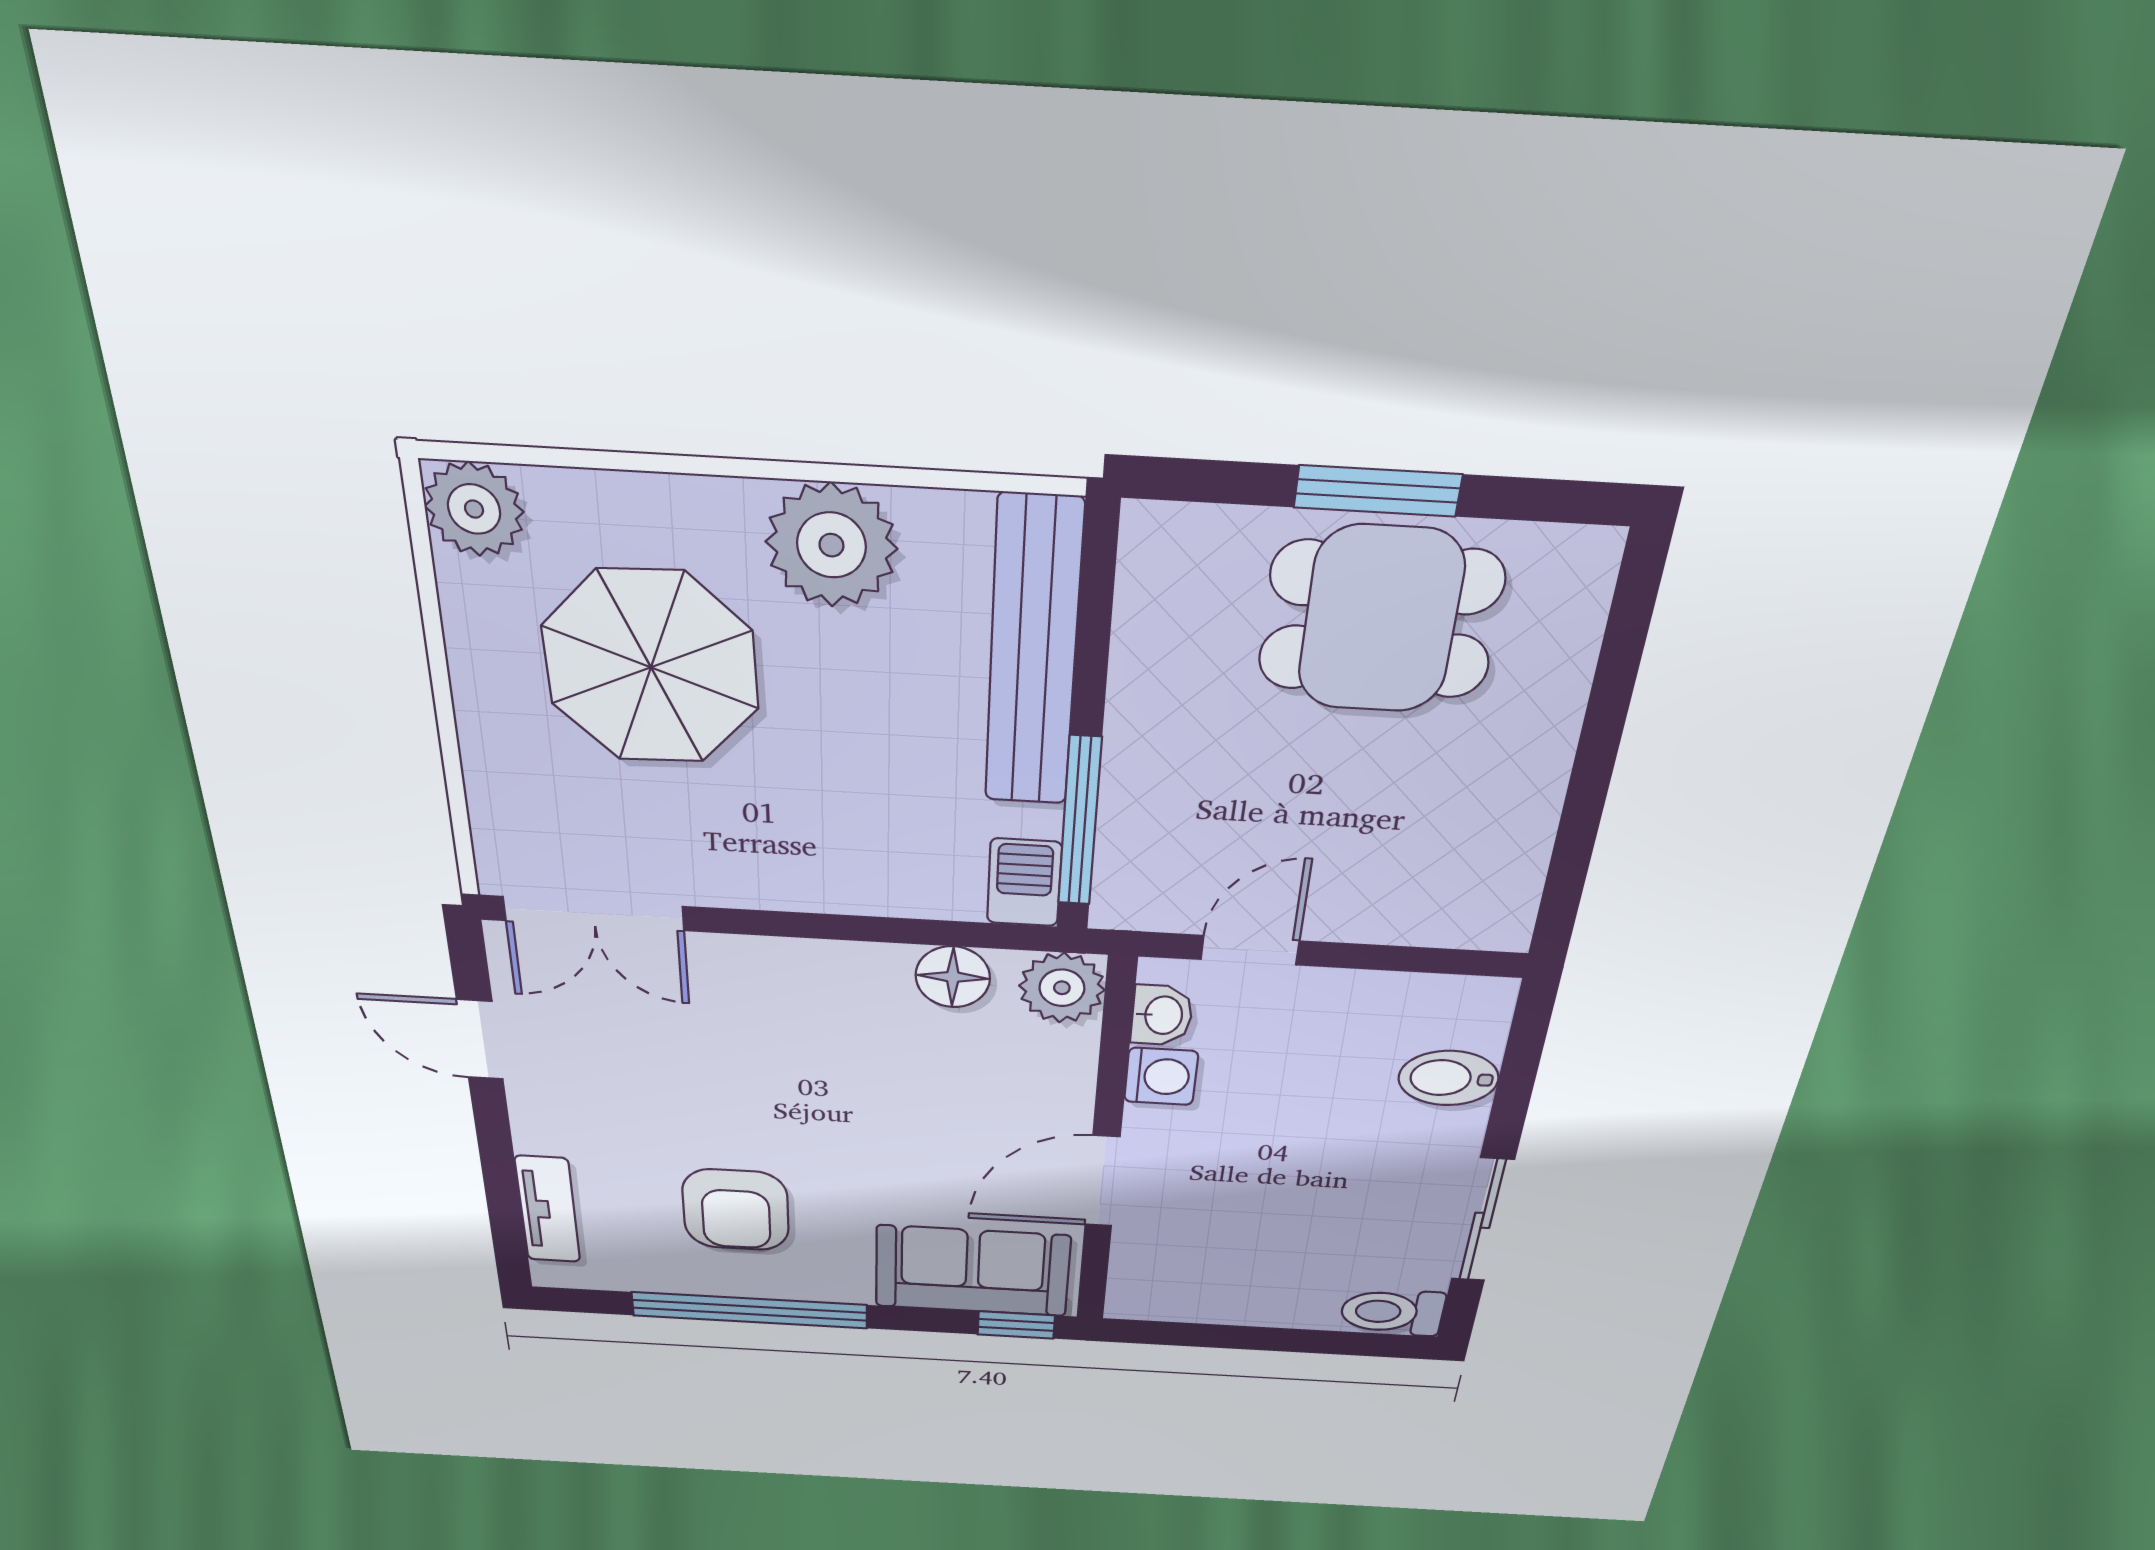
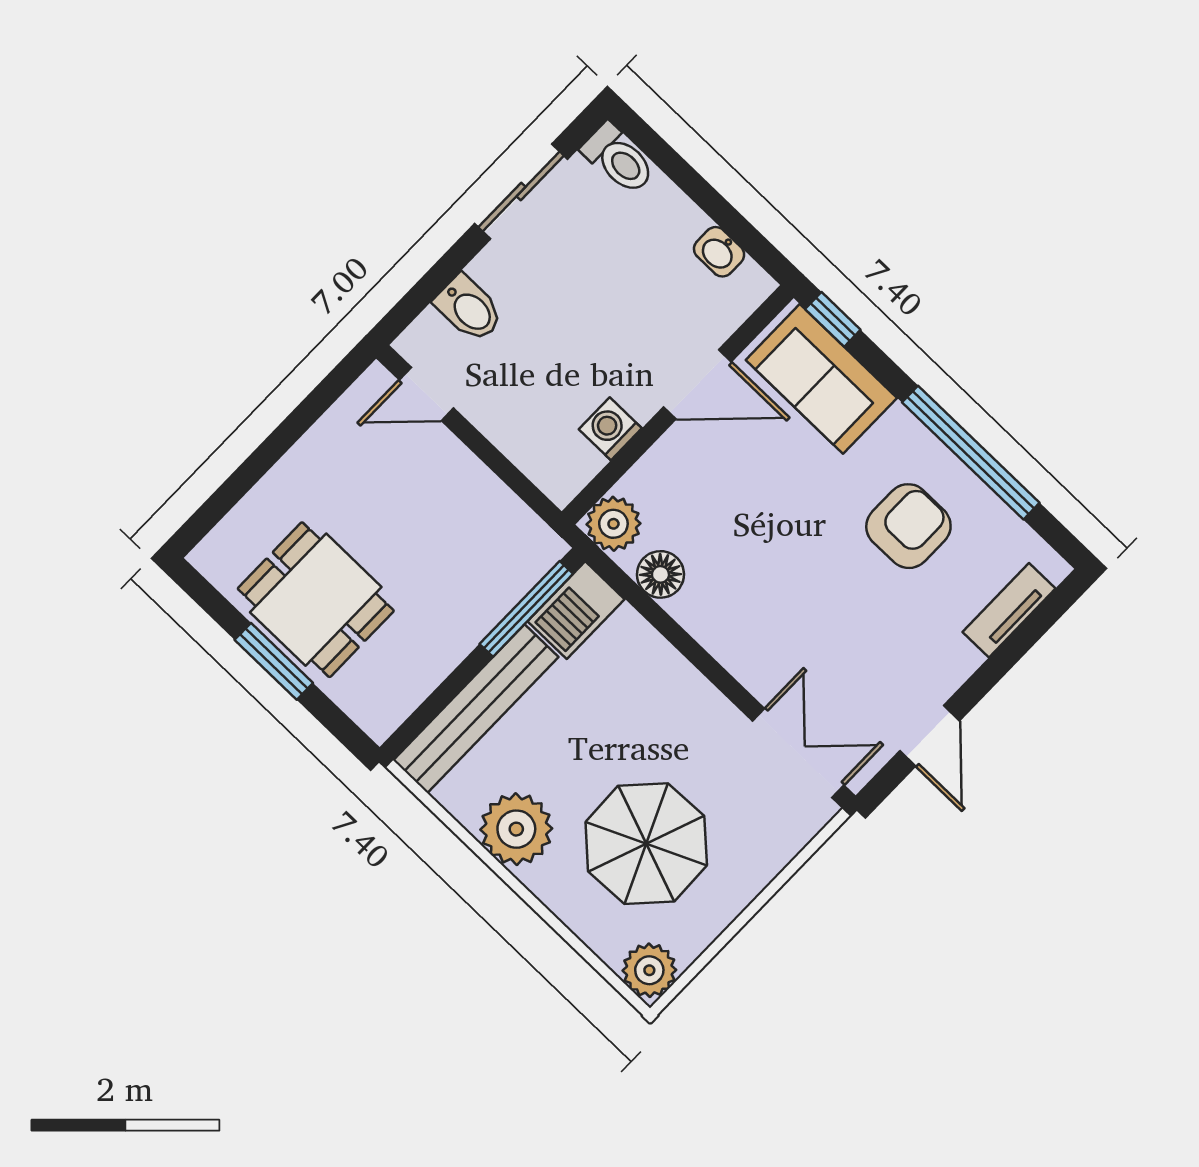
barbecue: (1024, 883) -> (576, 610), width x1.38, depth x1.27
door: (1250, 950) -> (426, 394), moved
washbasin: (1162, 1015) -> (719, 252), moved, turned -90

